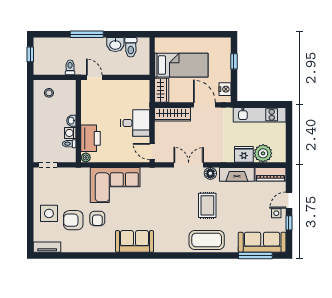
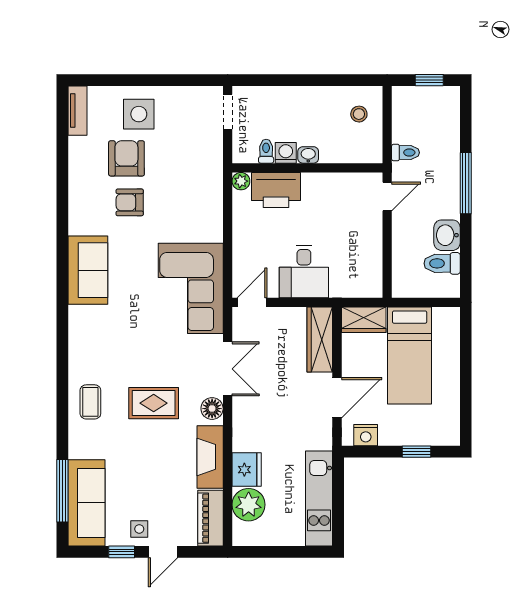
corner sofa: (115, 185) -> (191, 288), moved
door: (289, 200) -> (163, 552), swing flipped
coffee table: (207, 240) -> (90, 402), width x0.54, depth x0.58

